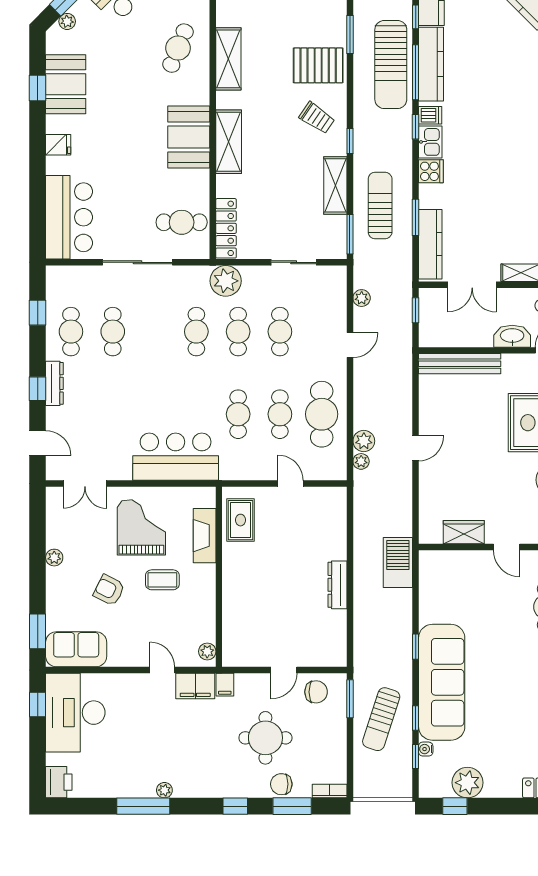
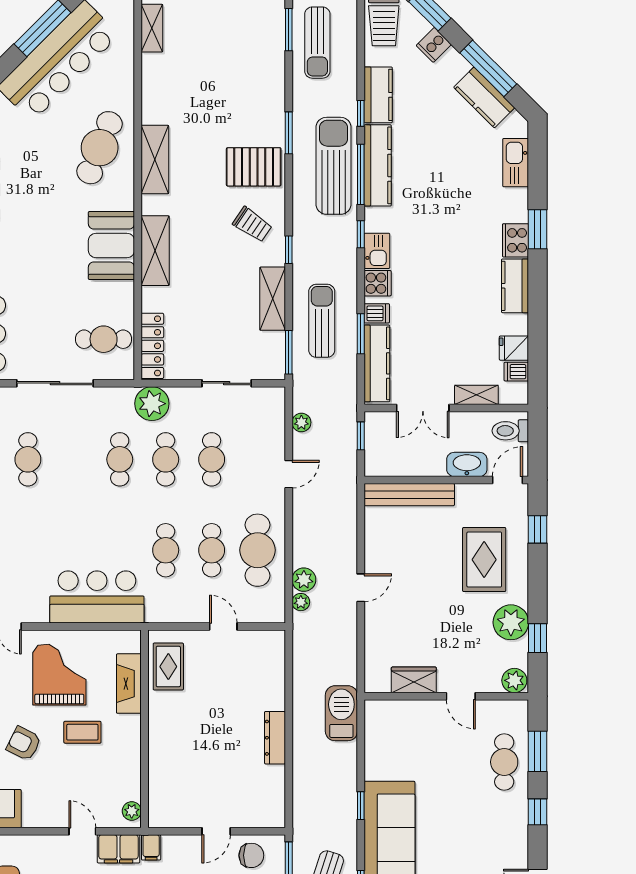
cafe table: (178, 48) -> (100, 148), width x1.37, depth x1.35
sun lounger: (391, 65) -> (334, 166), turned 180
dishwasher: (430, 115) -> (377, 313), moved

